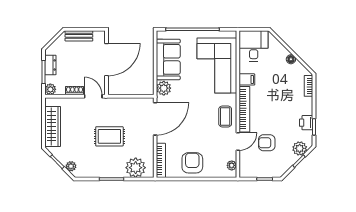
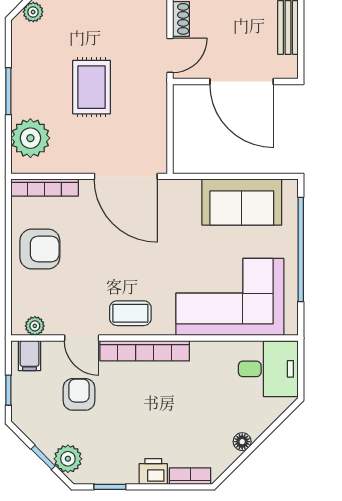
filing cabinet: (247, 79) -> (29, 356), moved
plant: (164, 88) -> (186, 193), removed
printer: (306, 123) -> (153, 471), moved

